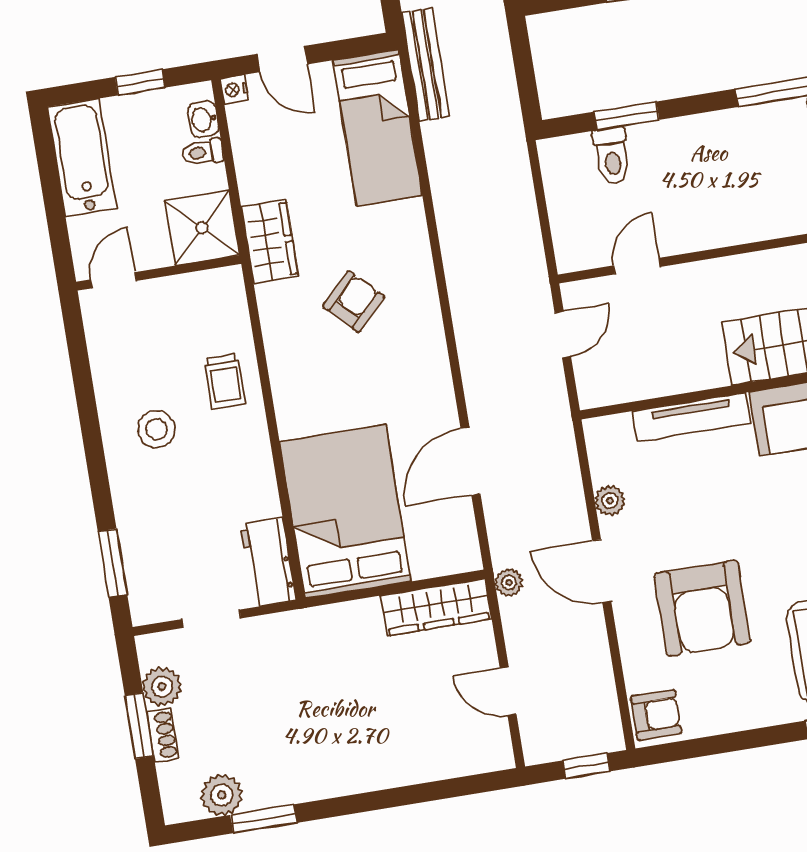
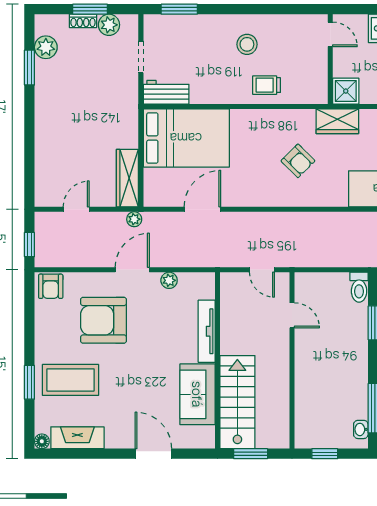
toilet: (612, 156) -> (359, 287), moved, turned -90
shower: (202, 228) -> (346, 91), width x0.73, depth x0.73
door: (470, 461) -> (202, 209), hinge flipped

